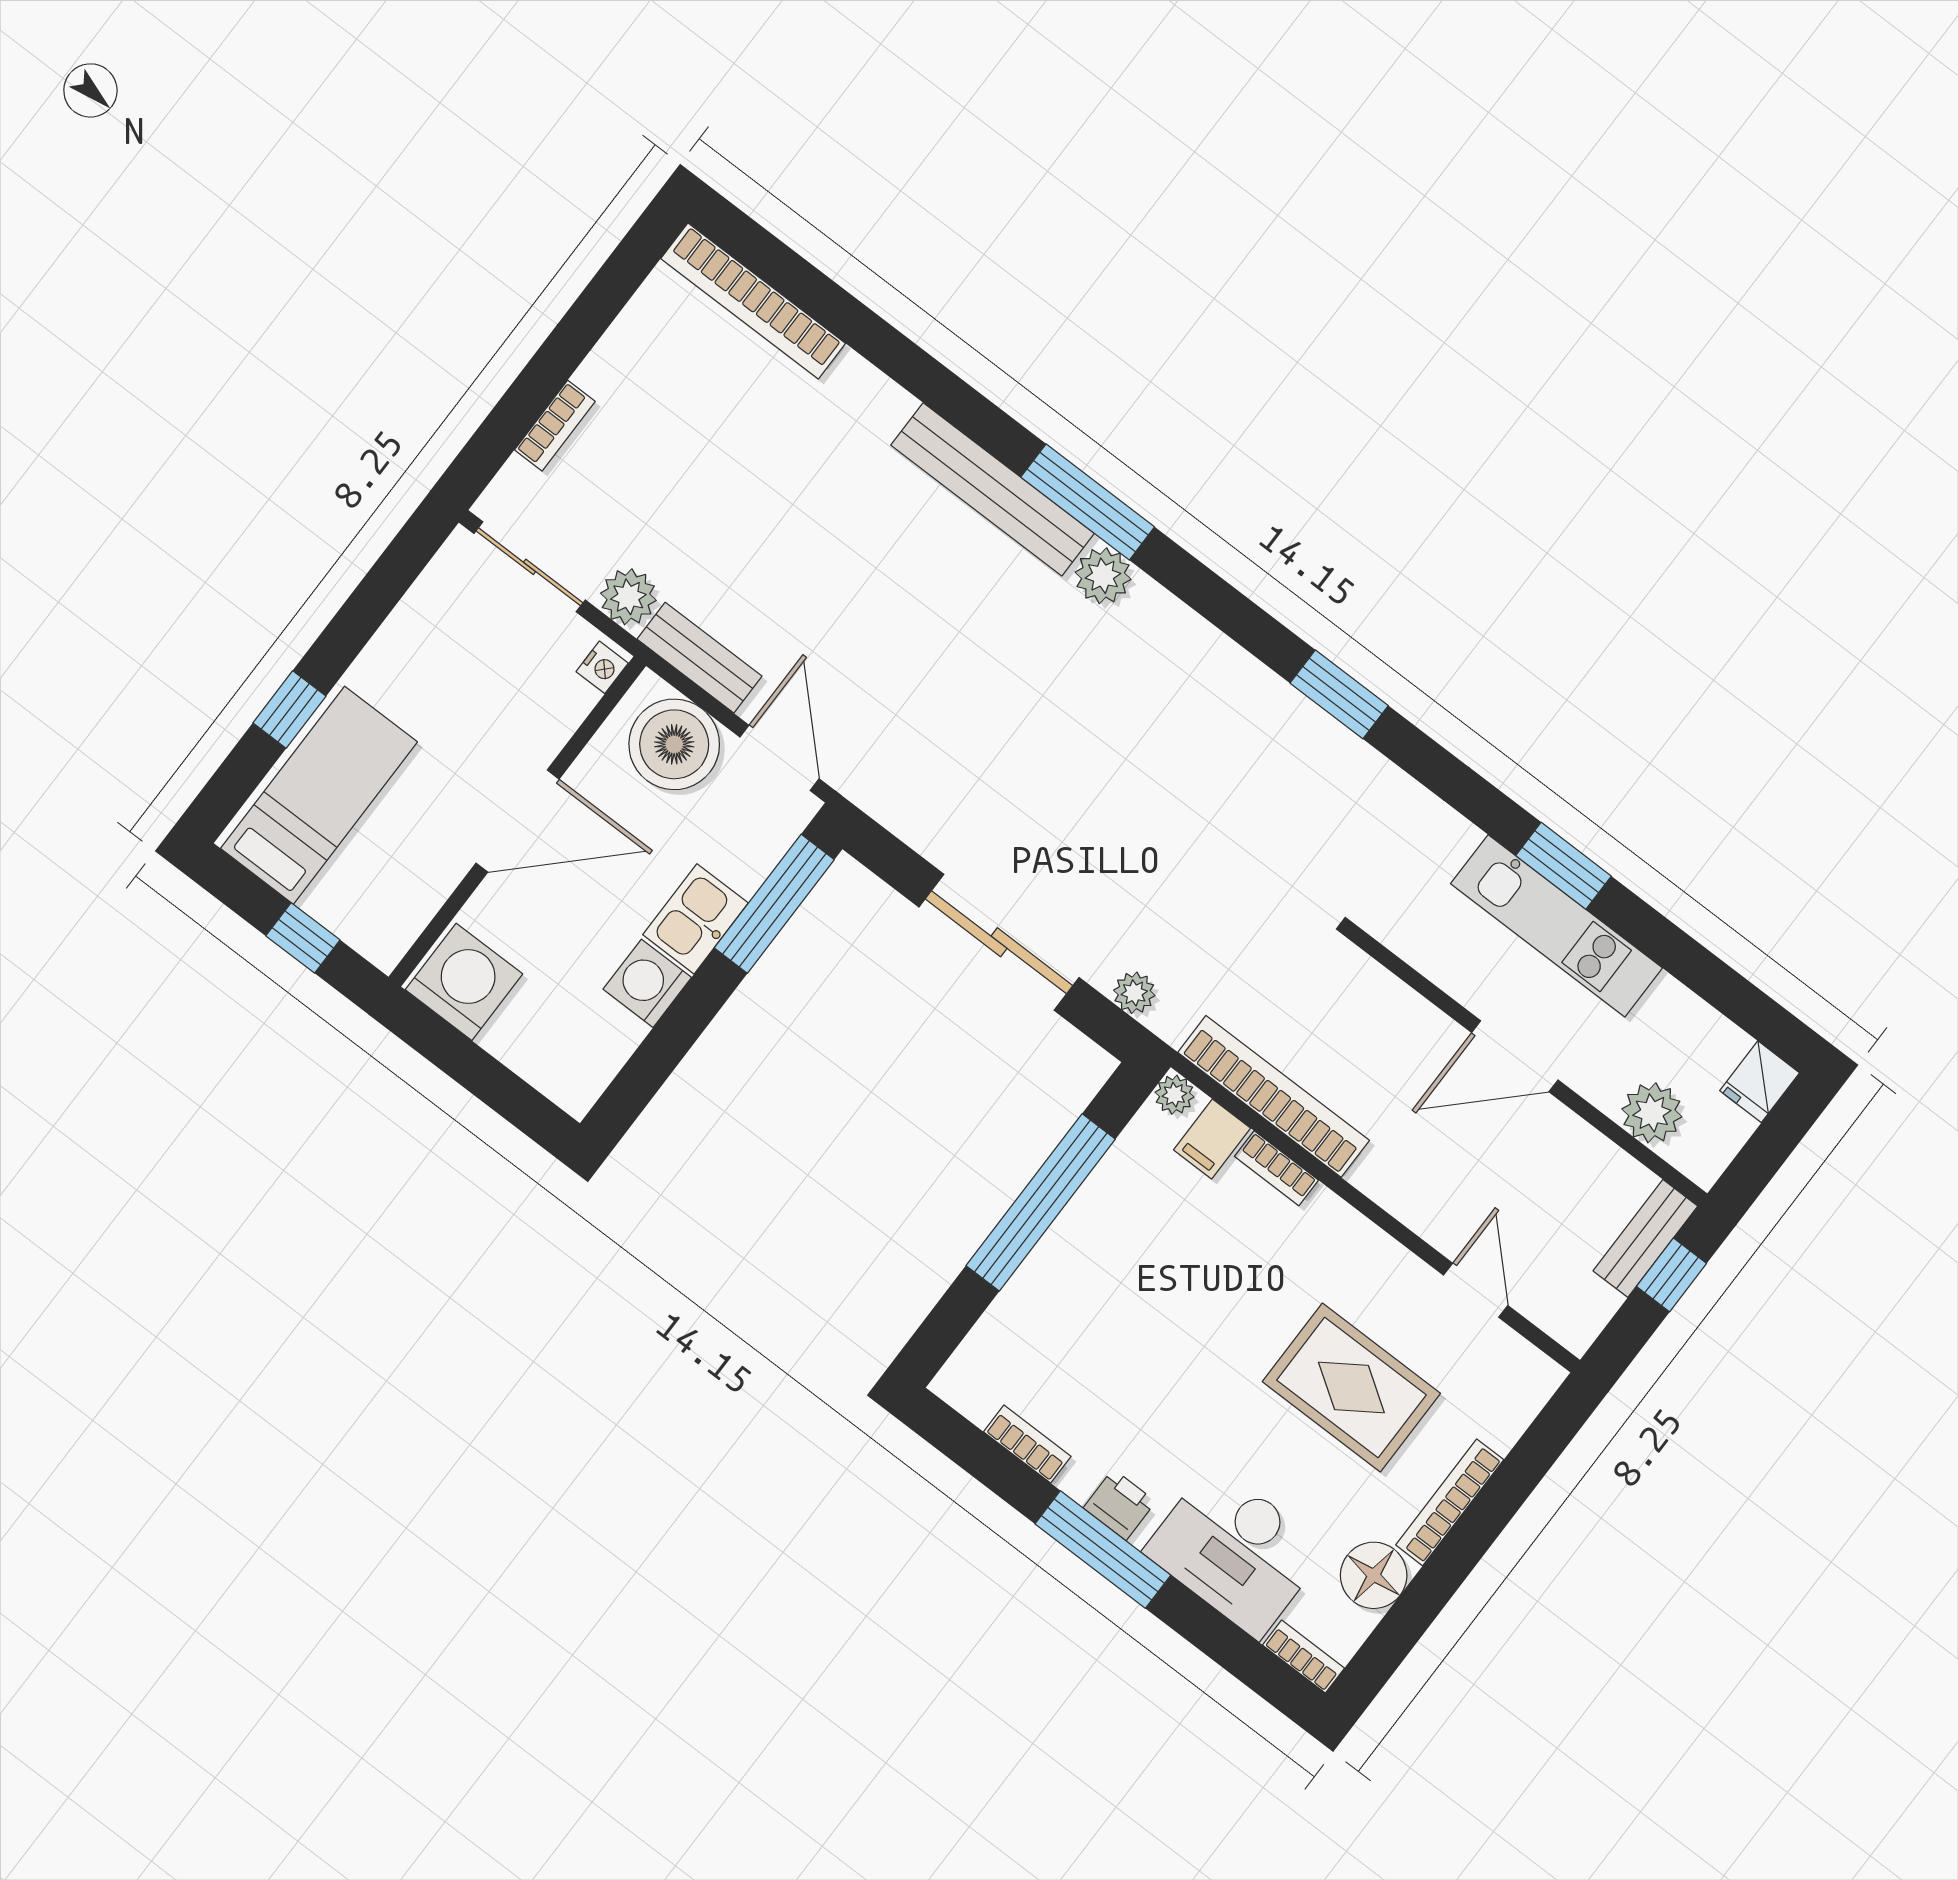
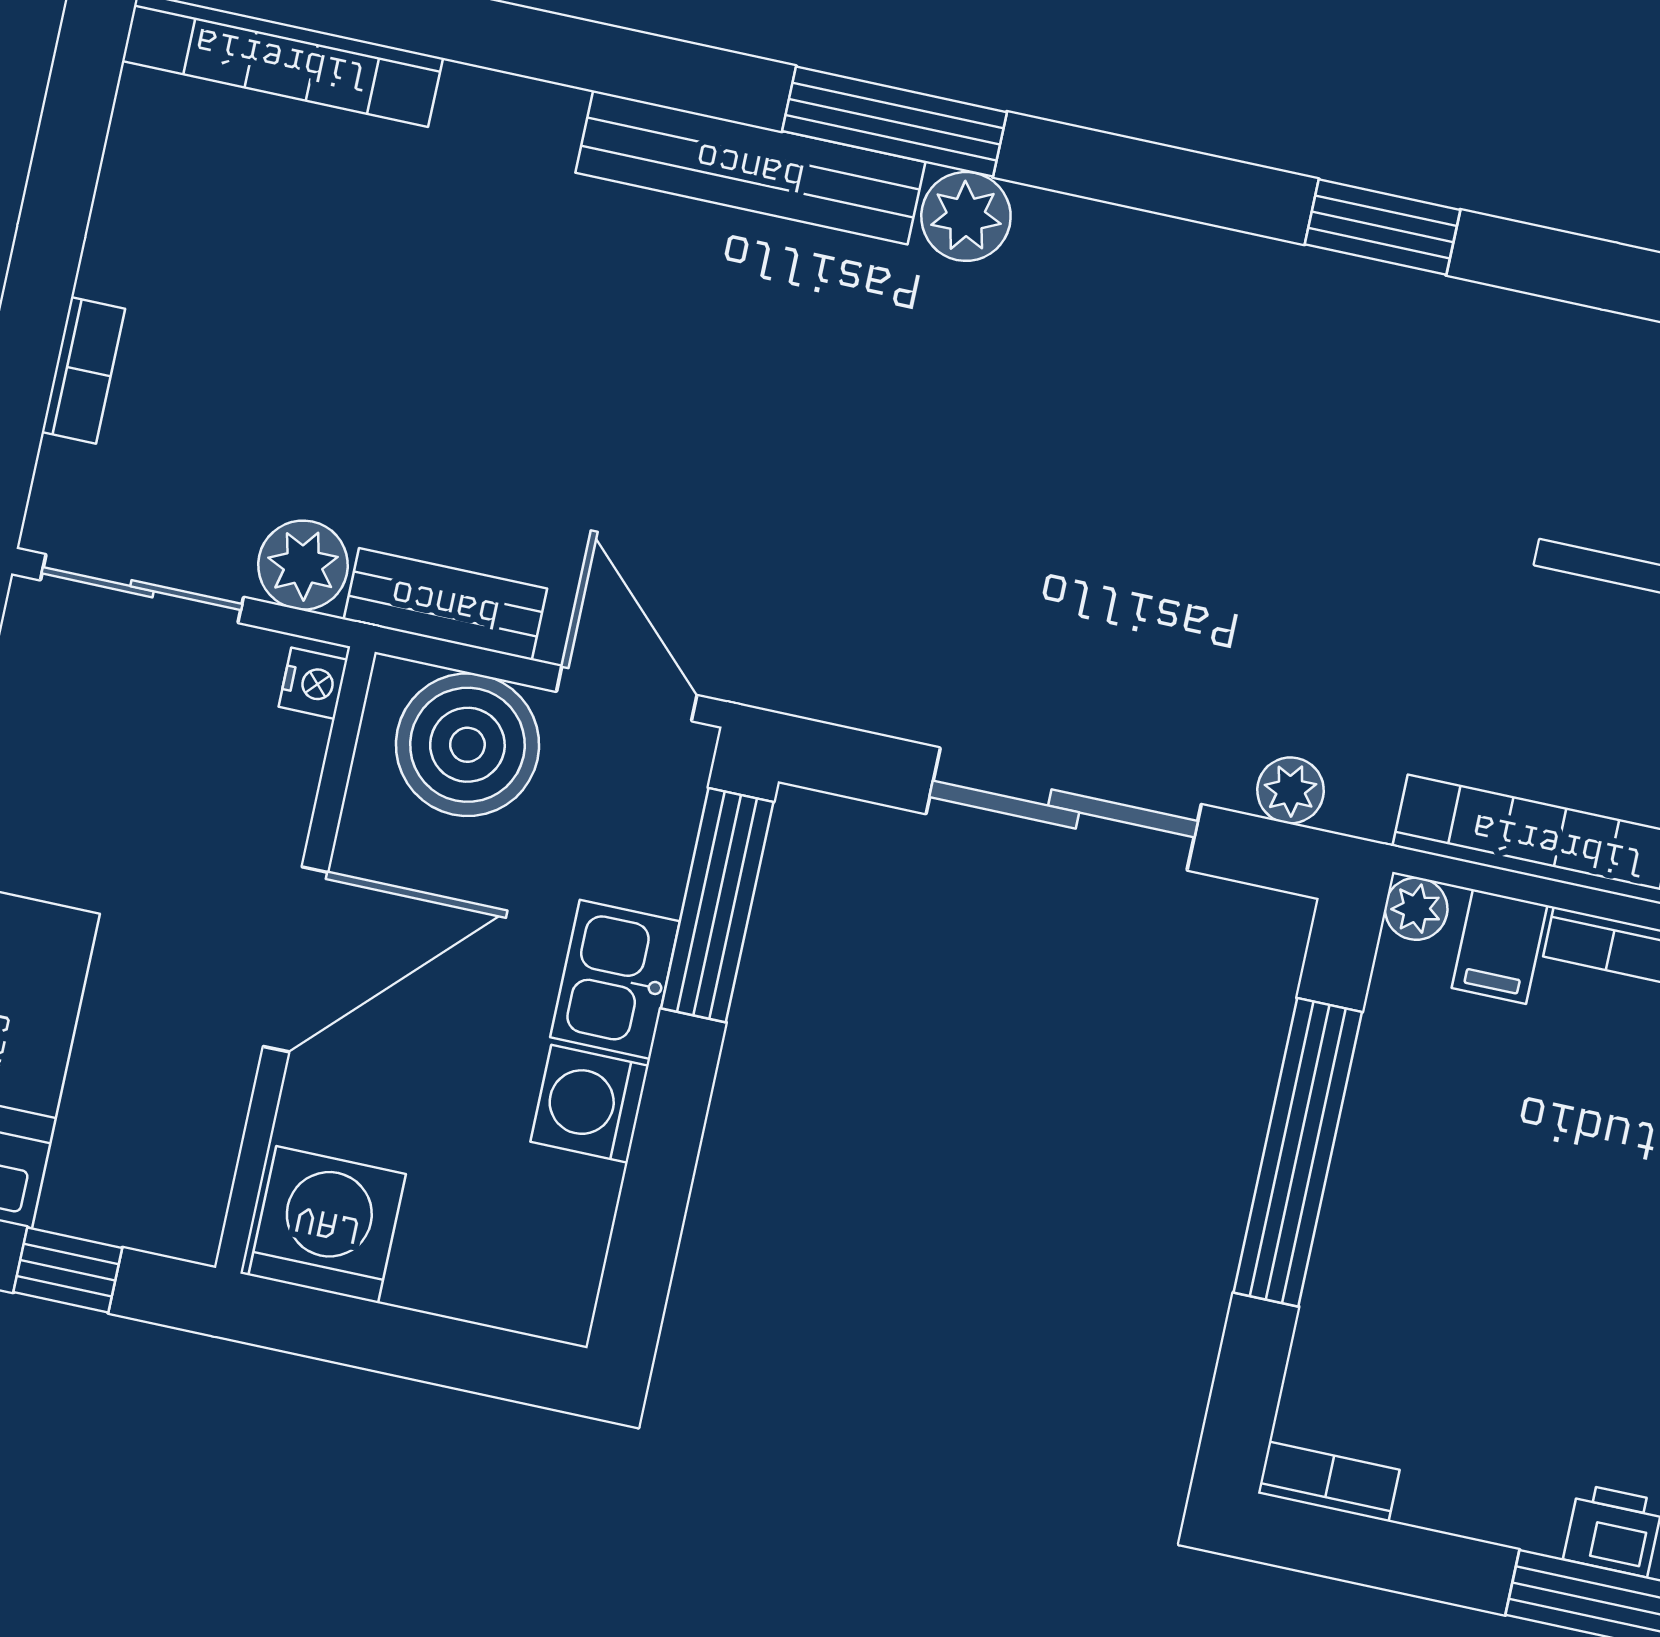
bookcase: (1027, 1444) -> (1329, 1482), moved

